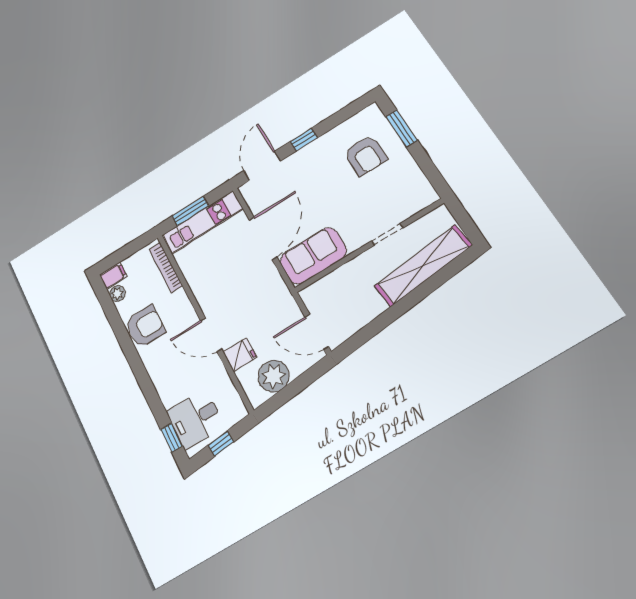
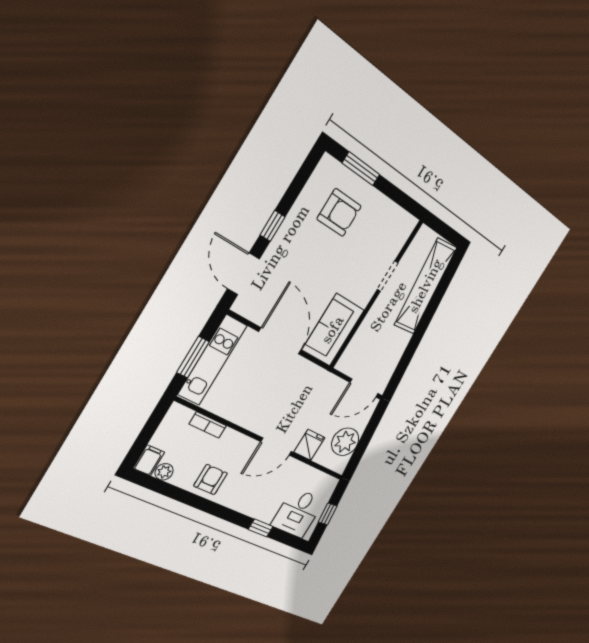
bookcase: (166, 268) -> (208, 425), width x0.64
armchair: (145, 327) -> (211, 479), width x0.72, depth x0.72
window: (172, 438) -> (261, 528), moved

